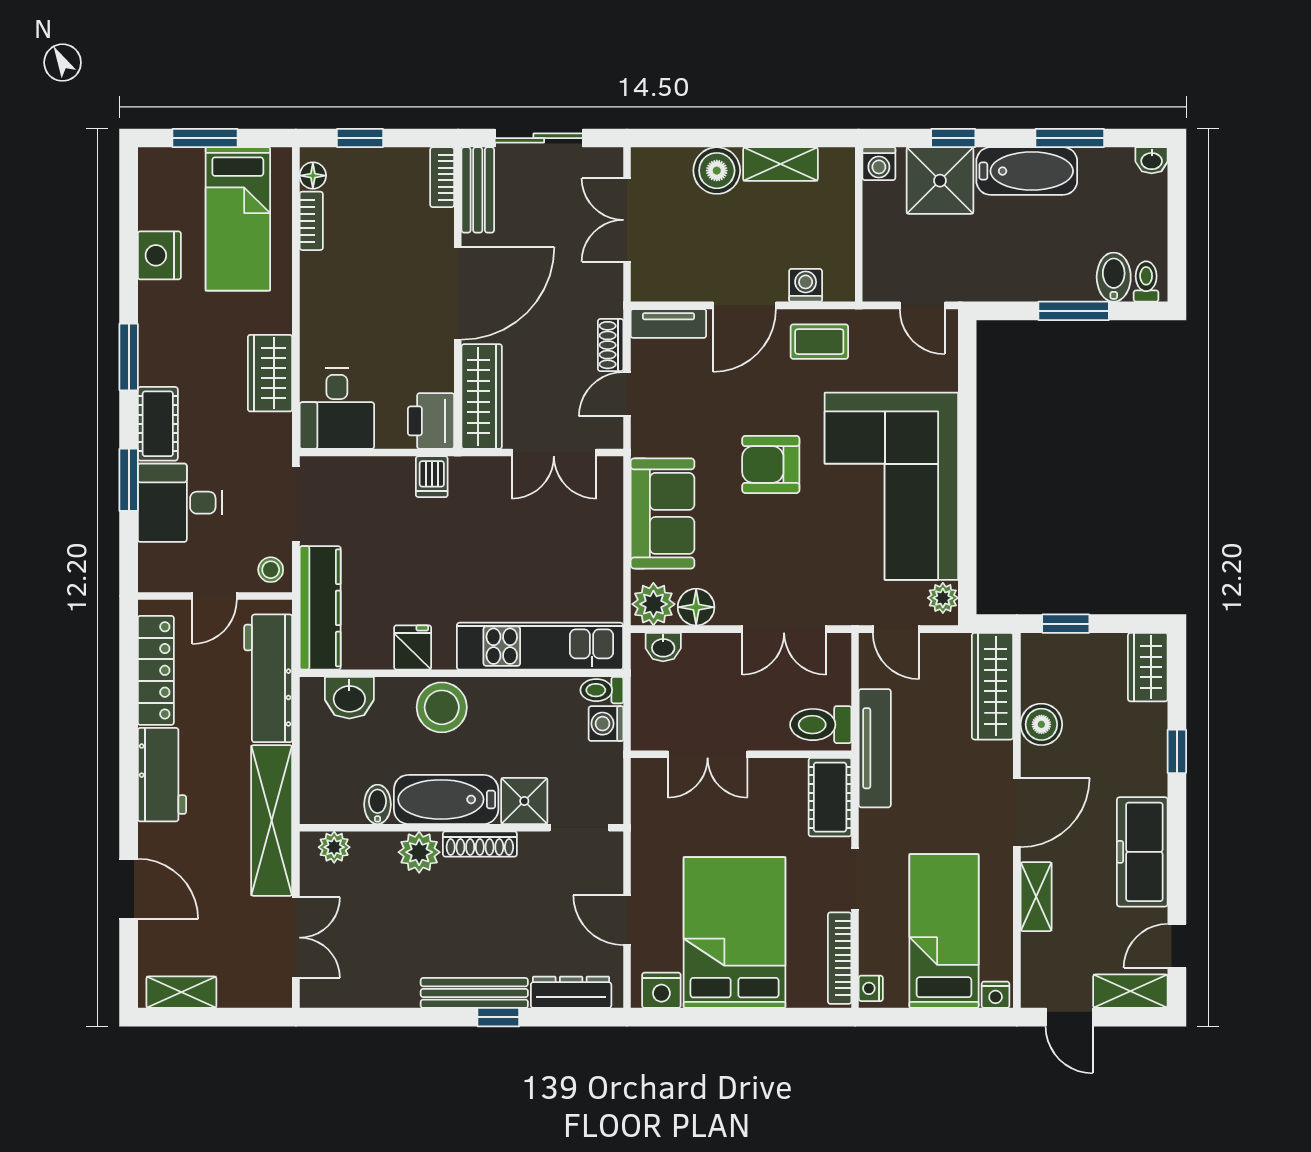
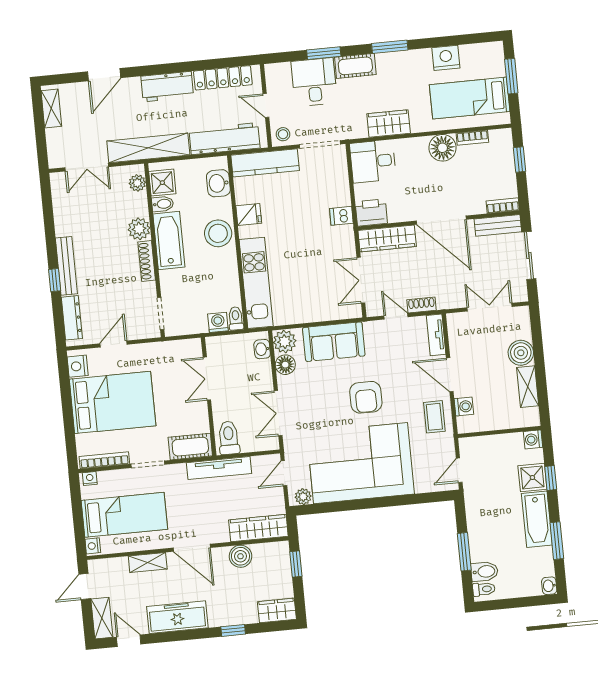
floor lamp: (313, 176) -> (442, 148), moved, width x1.89, depth x1.89
shower: (940, 181) -> (532, 477), width x0.73, depth x0.73
armchair: (771, 464) -> (366, 397), turned 180
shower: (524, 801) -> (162, 183), moved

